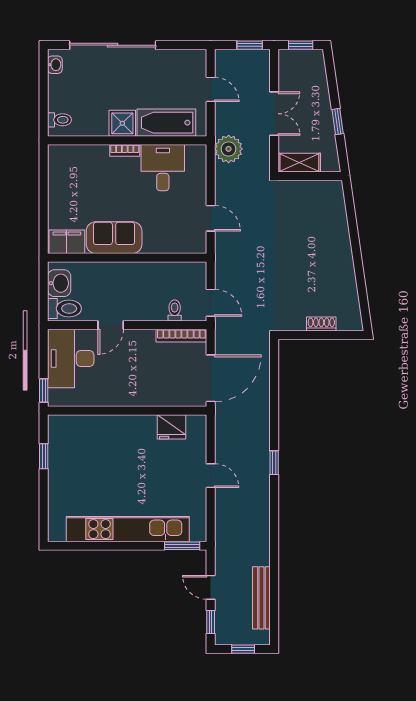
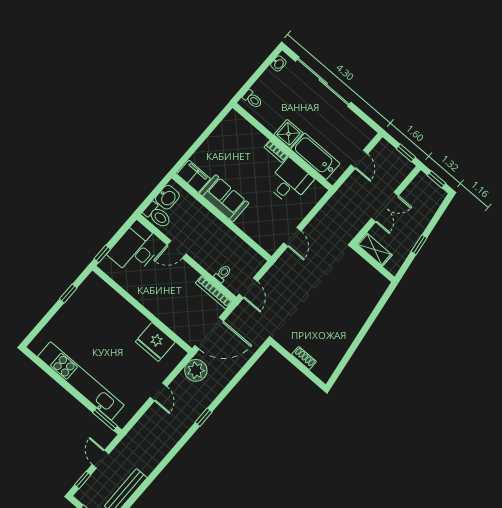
plant: (229, 149) -> (196, 370), moved
fridge: (172, 427) -> (155, 342), width x1.36, depth x1.34

